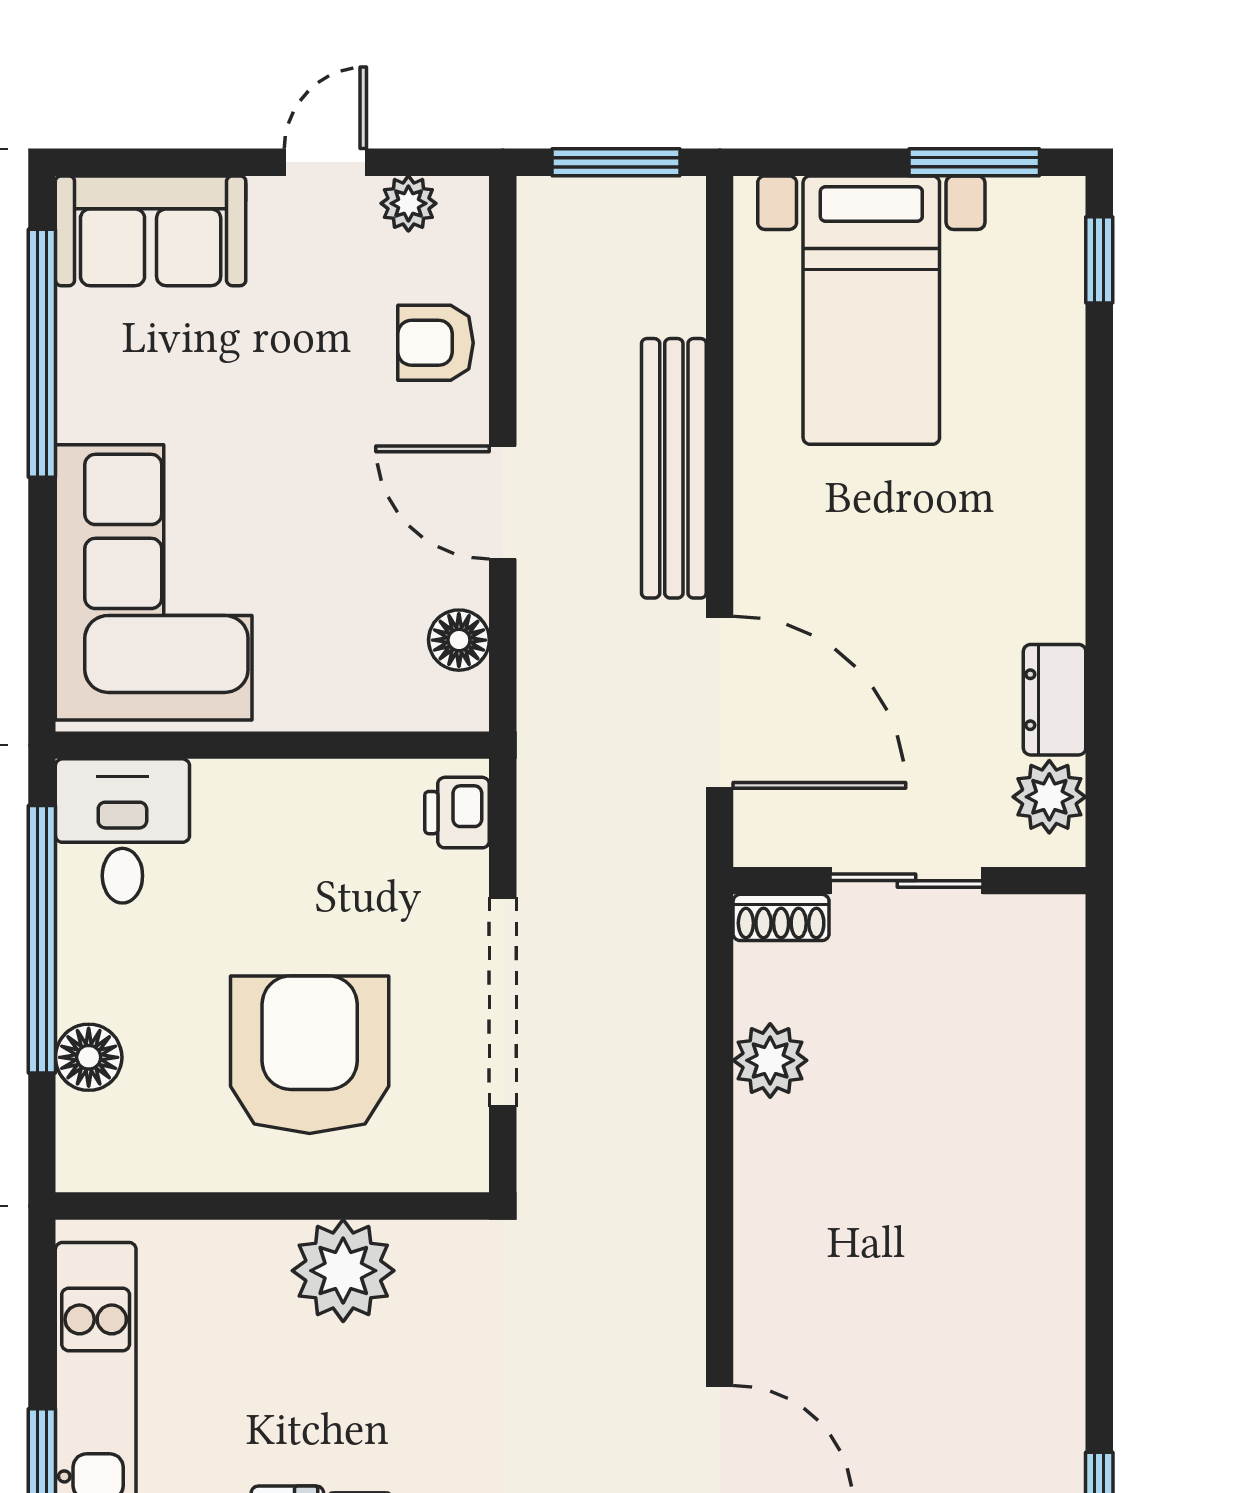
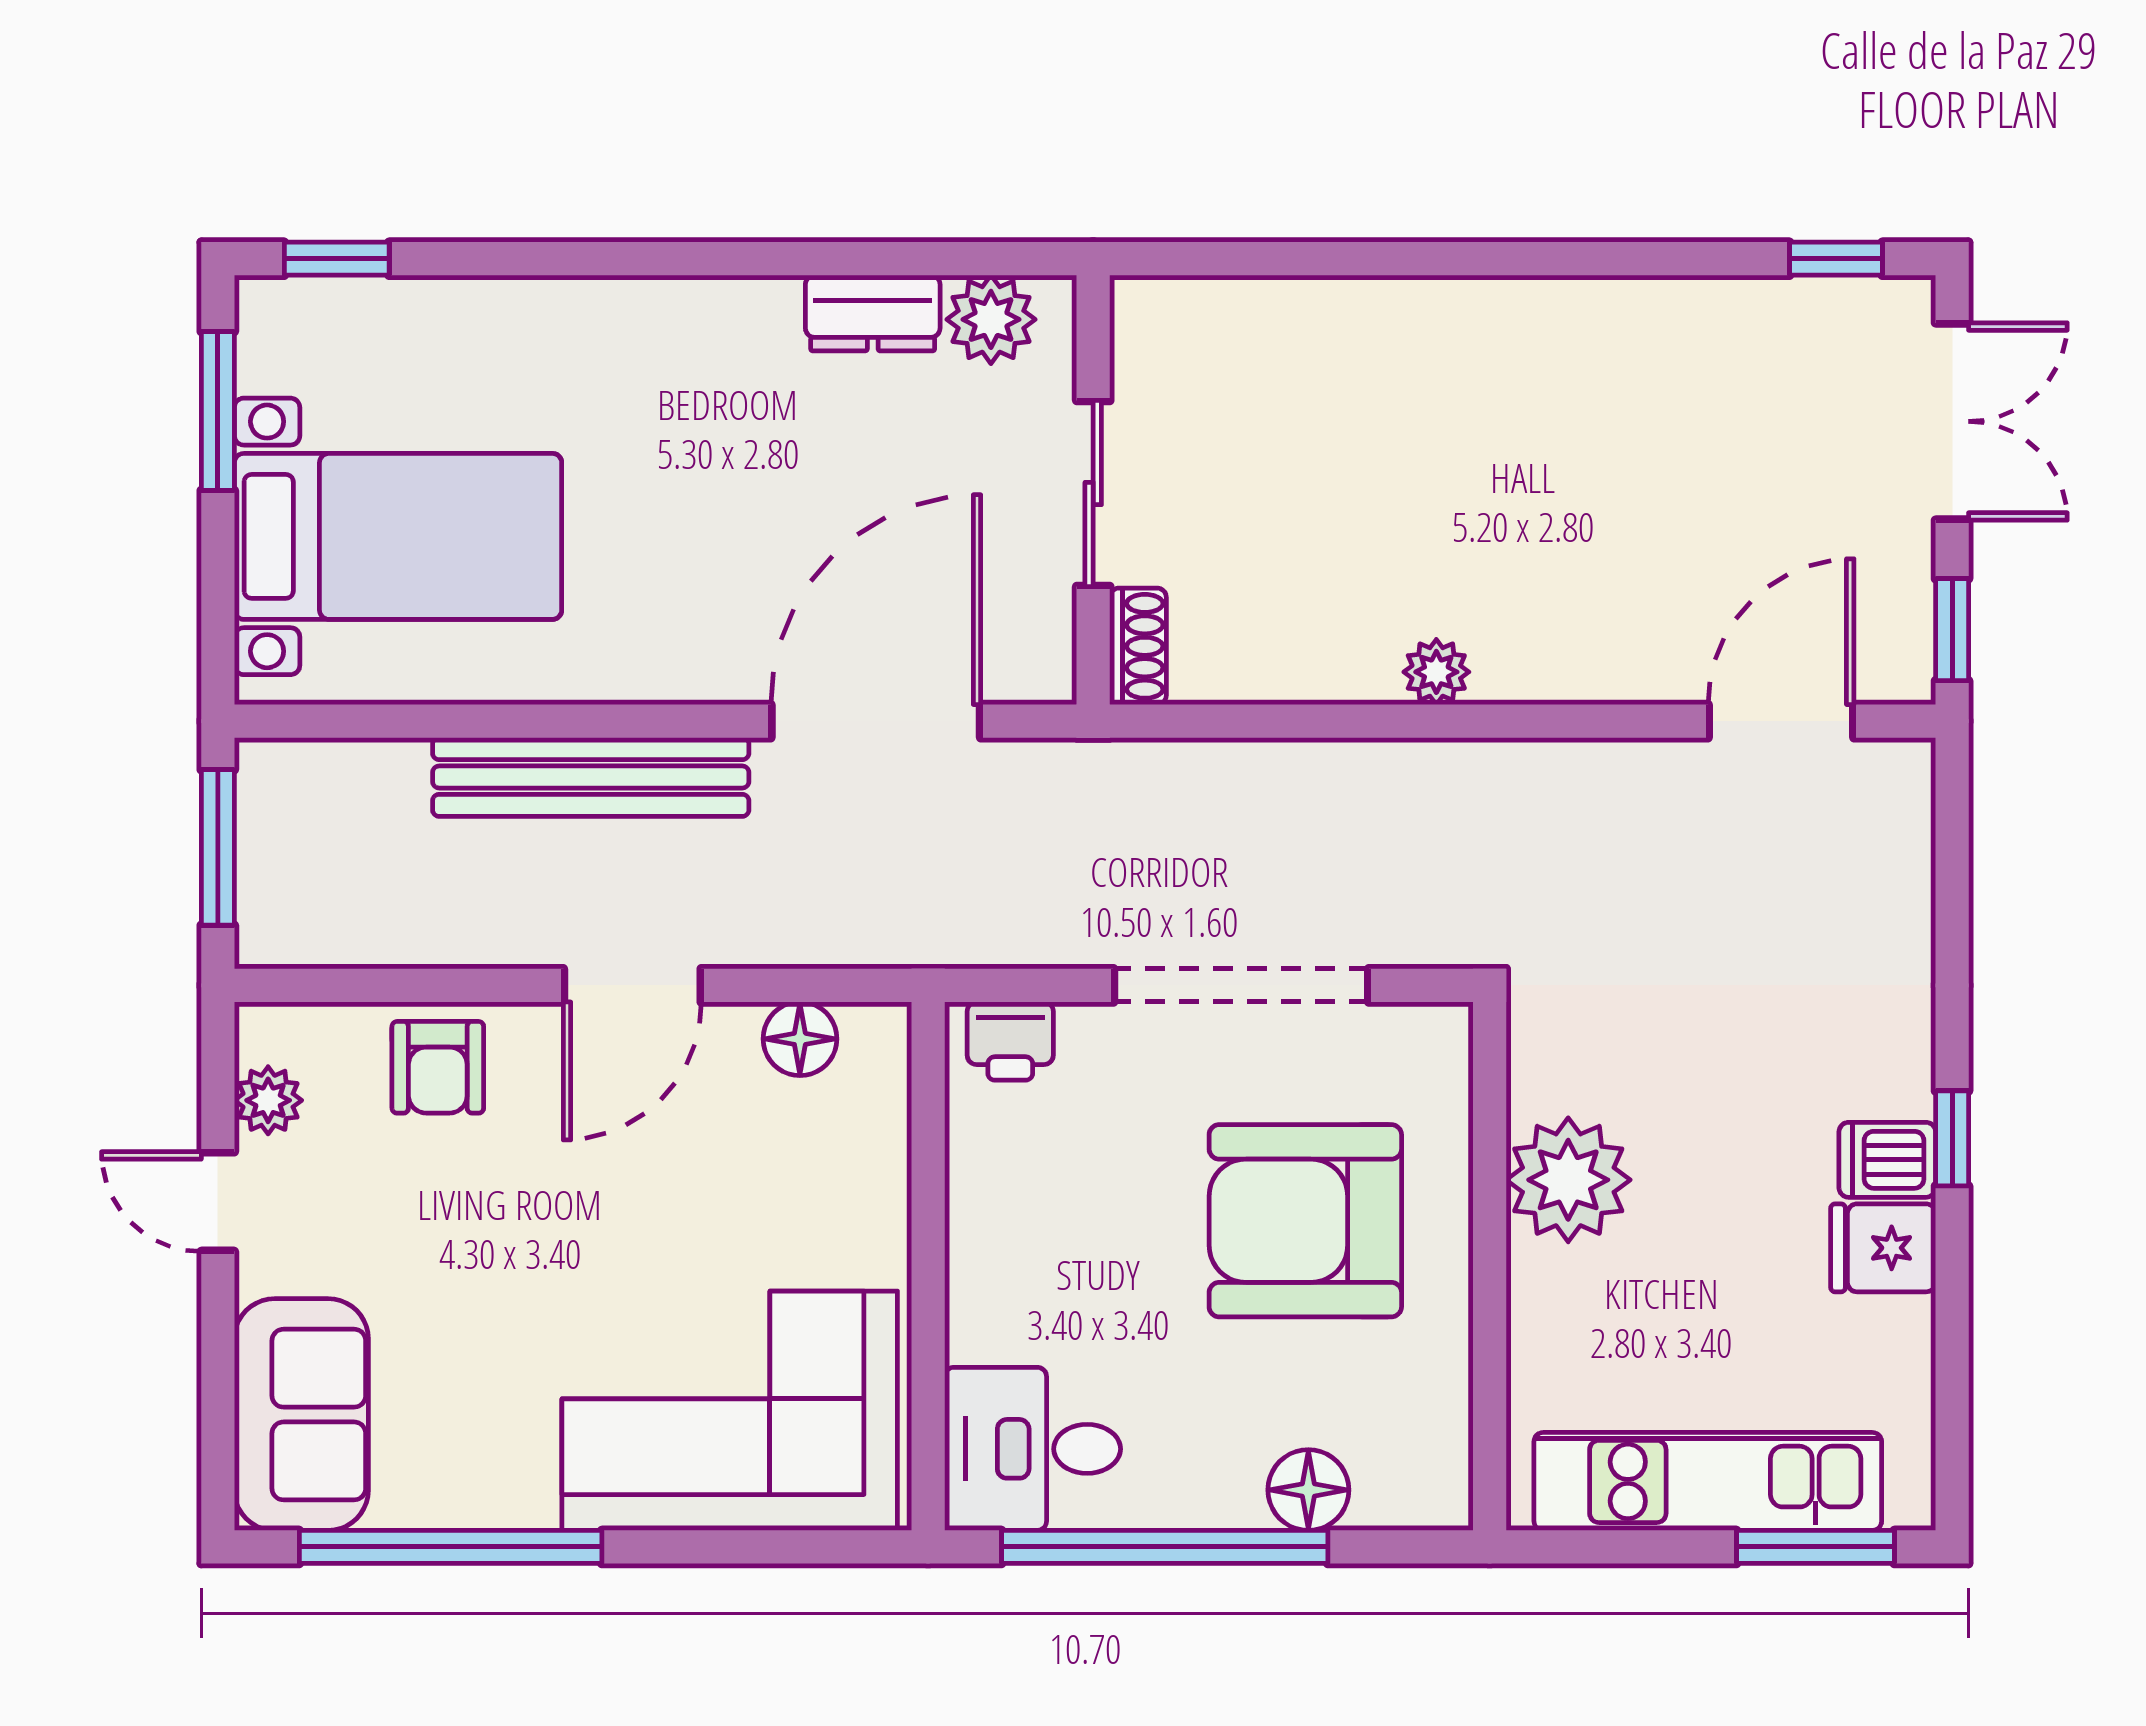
plant: (770, 1060) -> (1436, 672), moved, width x0.73, depth x0.73

